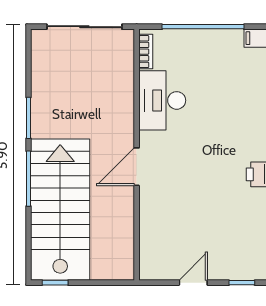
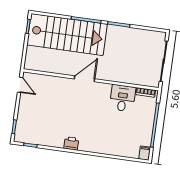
desk: (162, 100) -> (123, 98), width x0.73
door: (137, 167) -> (84, 79), hinge flipped
door: (193, 283) -> (20, 85), moved

